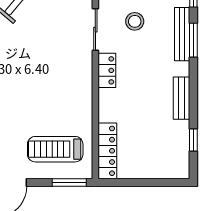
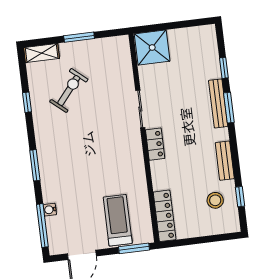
stool: (135, 21) -> (215, 200), moved
treadmill: (55, 149) -> (118, 220), turned 90

